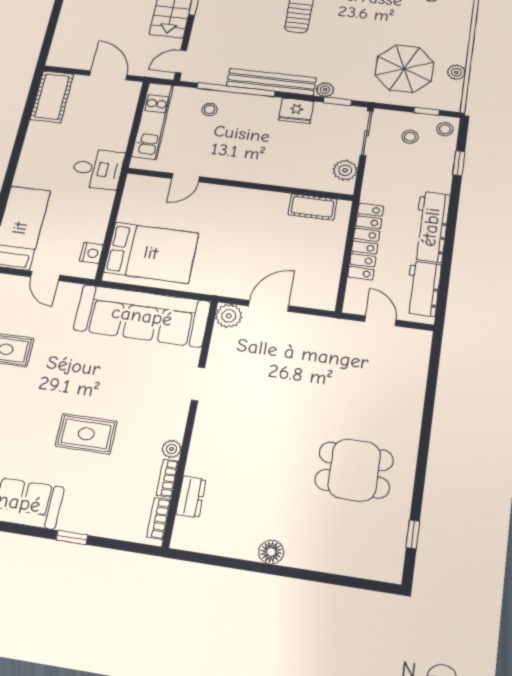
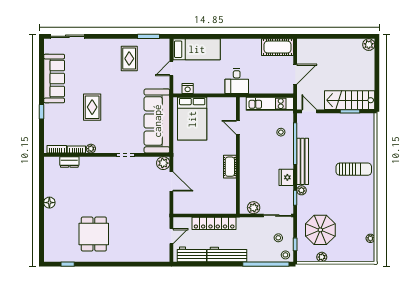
window: (459, 163) -> (266, 264), width x3.17
cot: (313, 207) -> (230, 167), moved

